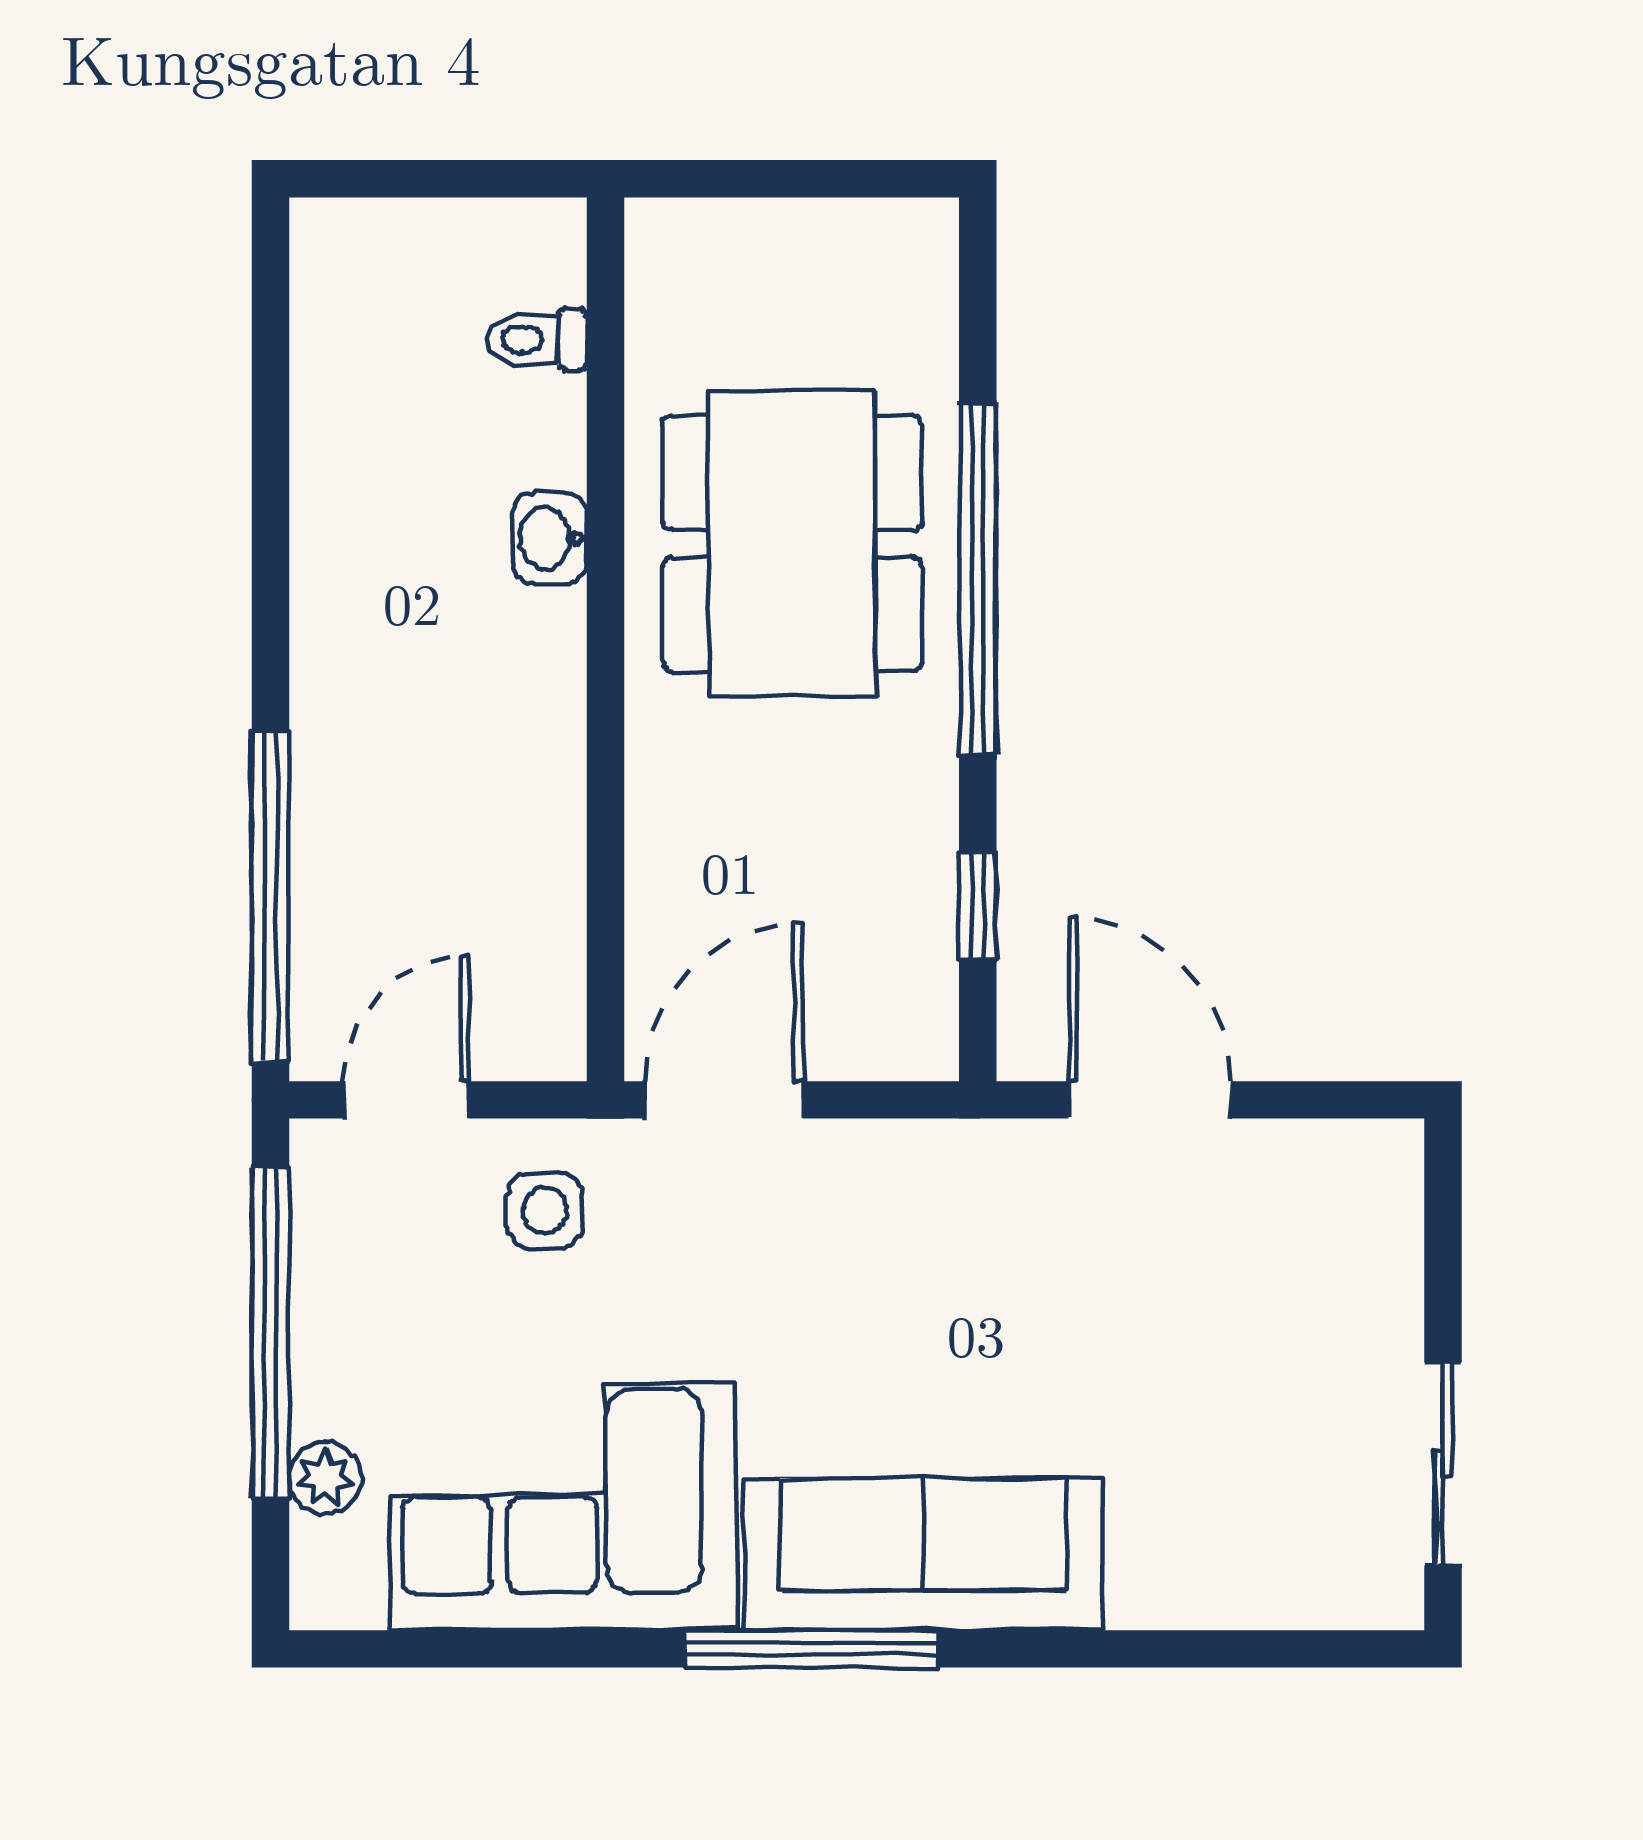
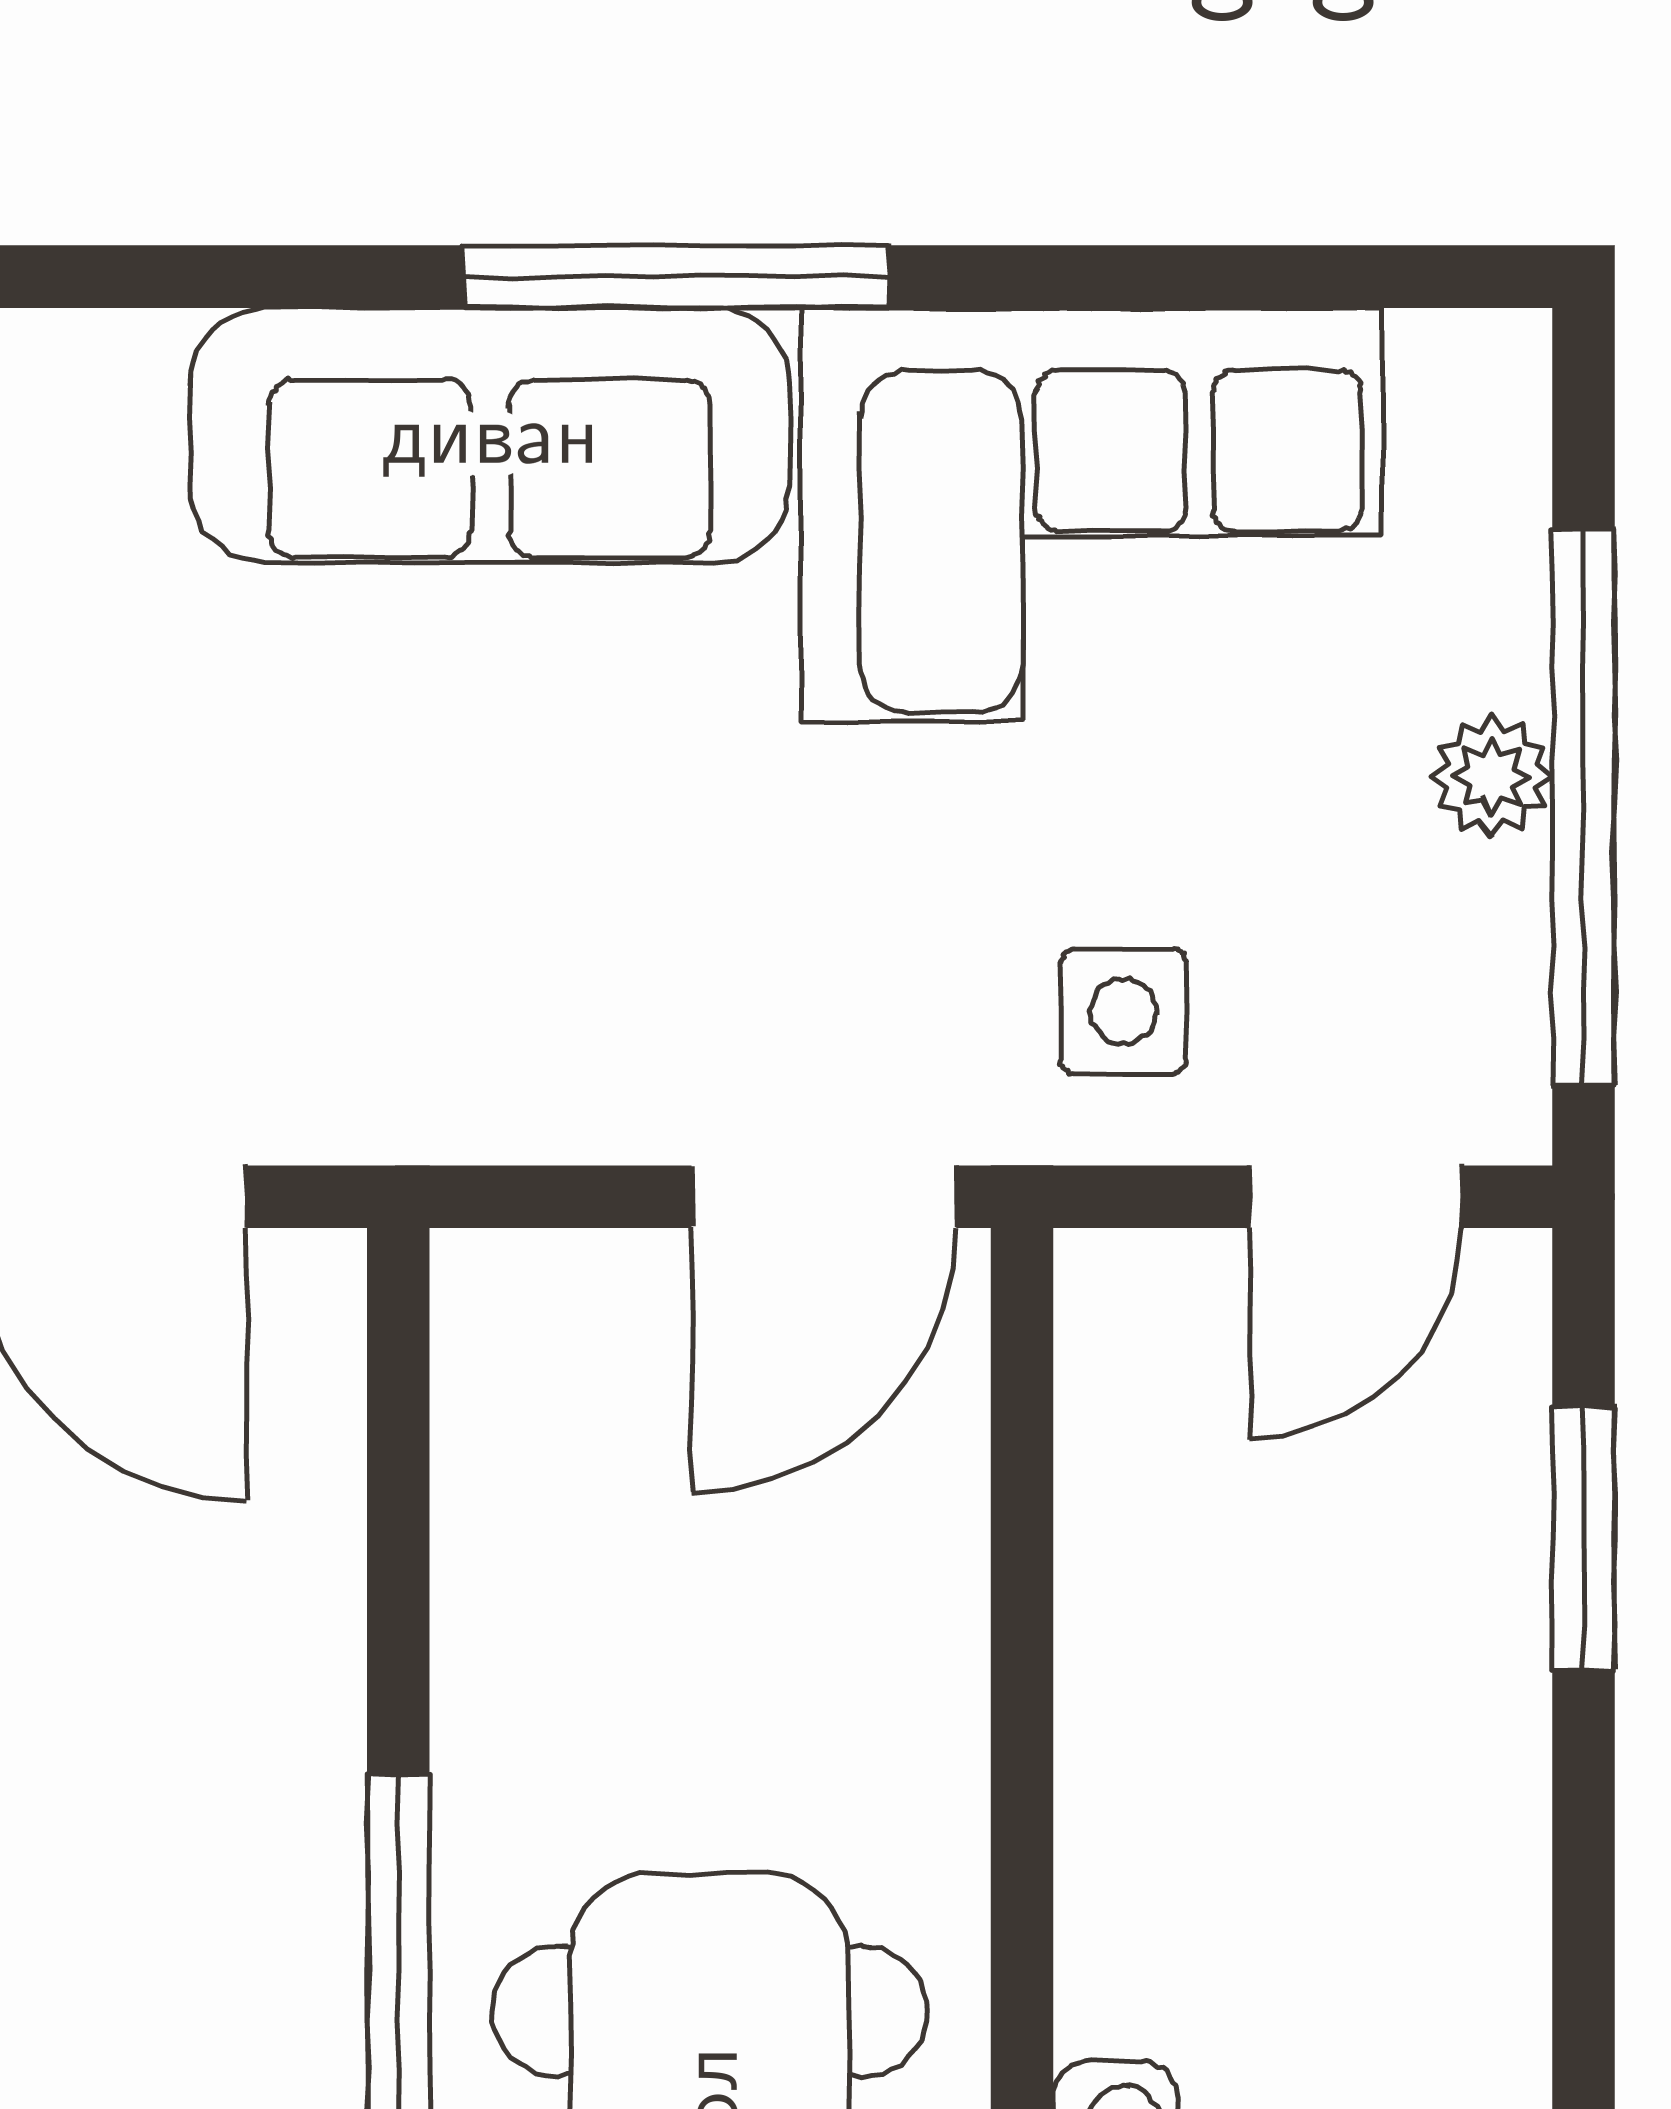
window: (270, 896) -> (1583, 1538), width x0.47
window: (978, 907) -> (398, 1521), removed
plant: (325, 1478) -> (1492, 777), moved

